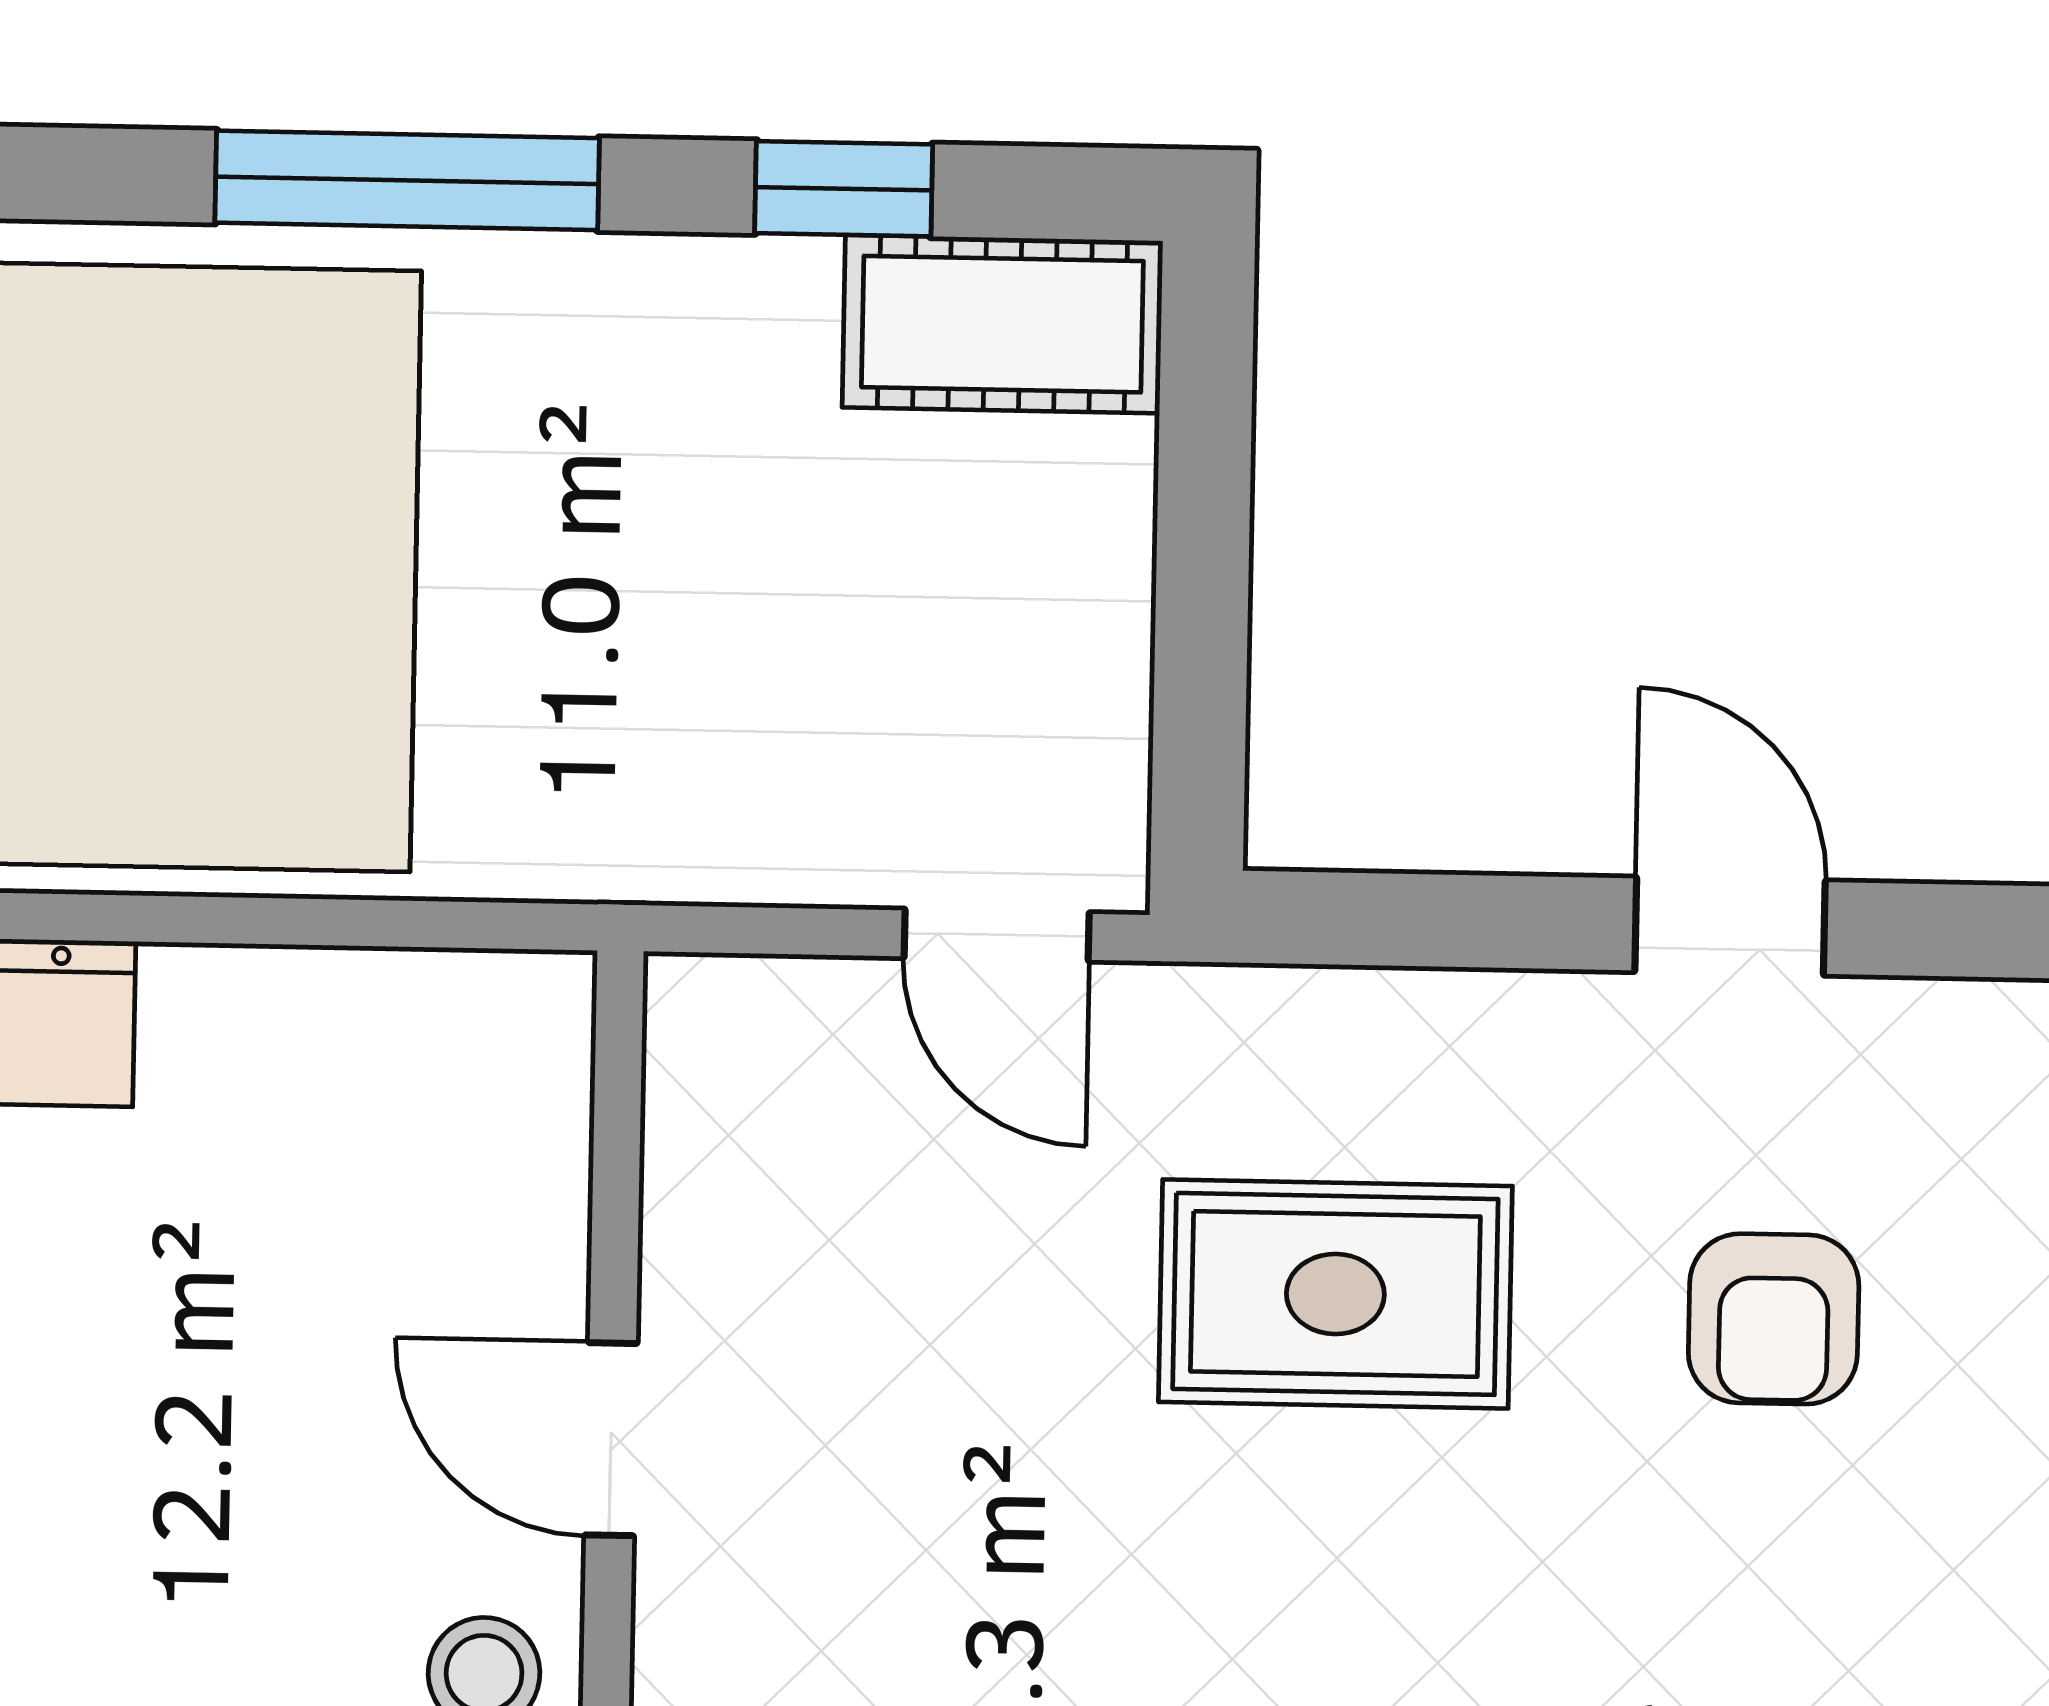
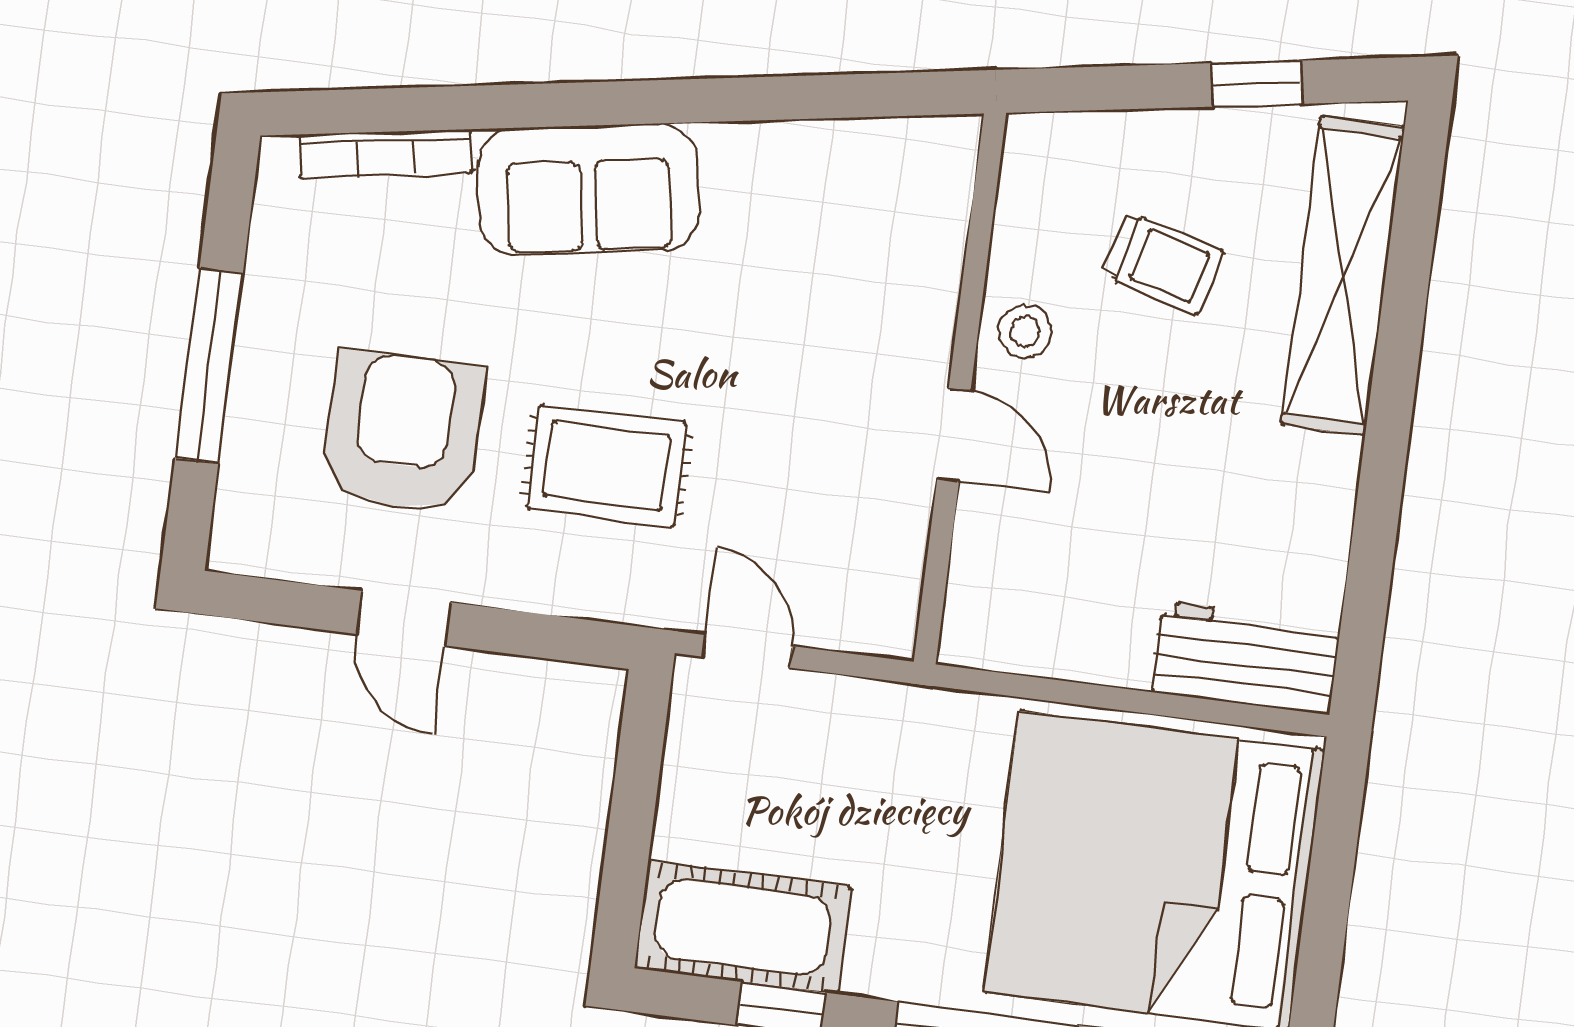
cot: (1002, 324) -> (743, 927), width x1.37, depth x1.34
armchair: (1774, 1319) -> (403, 432), width x1.88, depth x1.88

